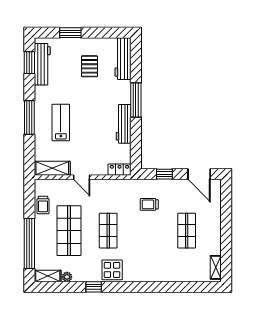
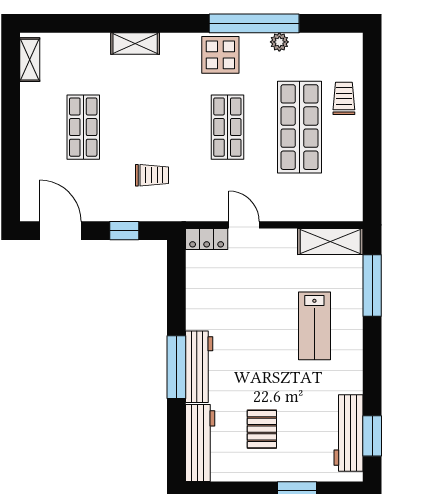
window: (29, 118) -> (372, 286), moved
workbench: (124, 124) -> (199, 367), moved
door: (82, 177) -> (244, 225), moved
trolley: (43, 205) -> (344, 98), moved
window: (29, 244) -> (372, 103), removed
shelving: (48, 276) -> (135, 44), moved
plant: (67, 277) -> (279, 42), moved
window: (94, 287) -> (254, 23), width x3.17

